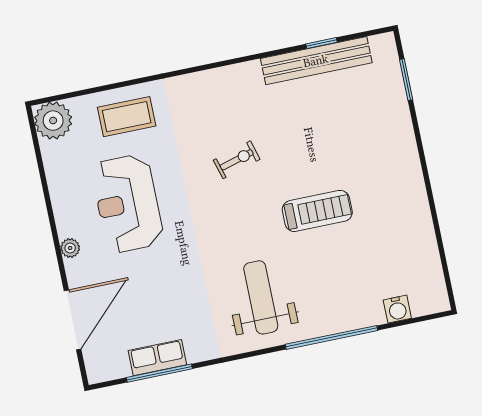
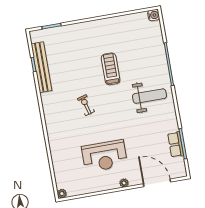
coffee table: (127, 117) -> (64, 155), removed
plant: (53, 121) -> (62, 194), width x0.53, depth x0.53
weight bench: (261, 297) -> (149, 96), turned 180
water cooler: (397, 309) -> (154, 15), moved

